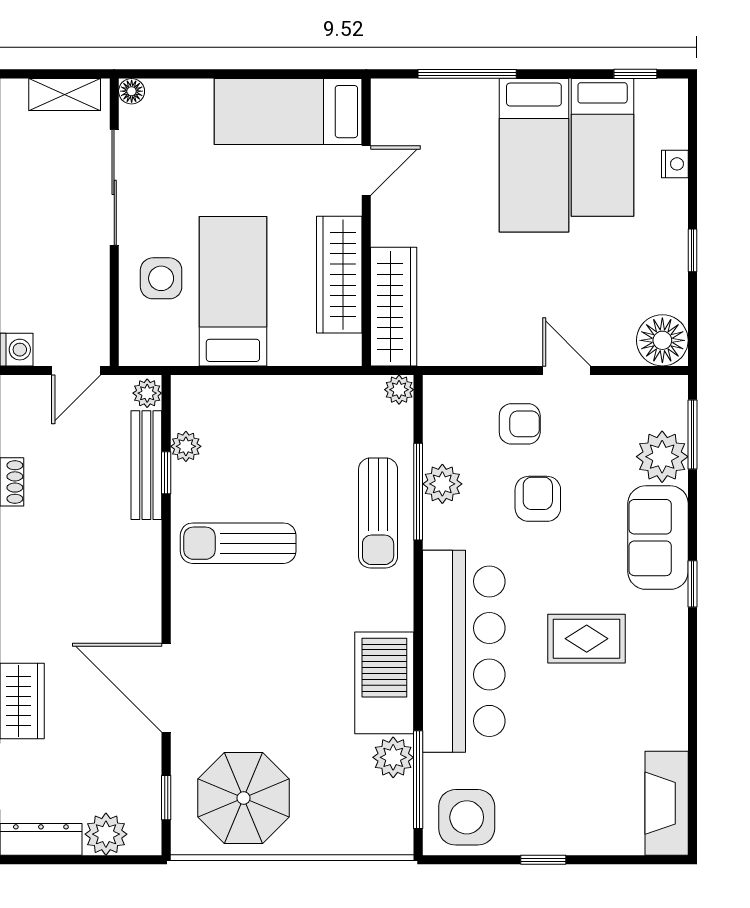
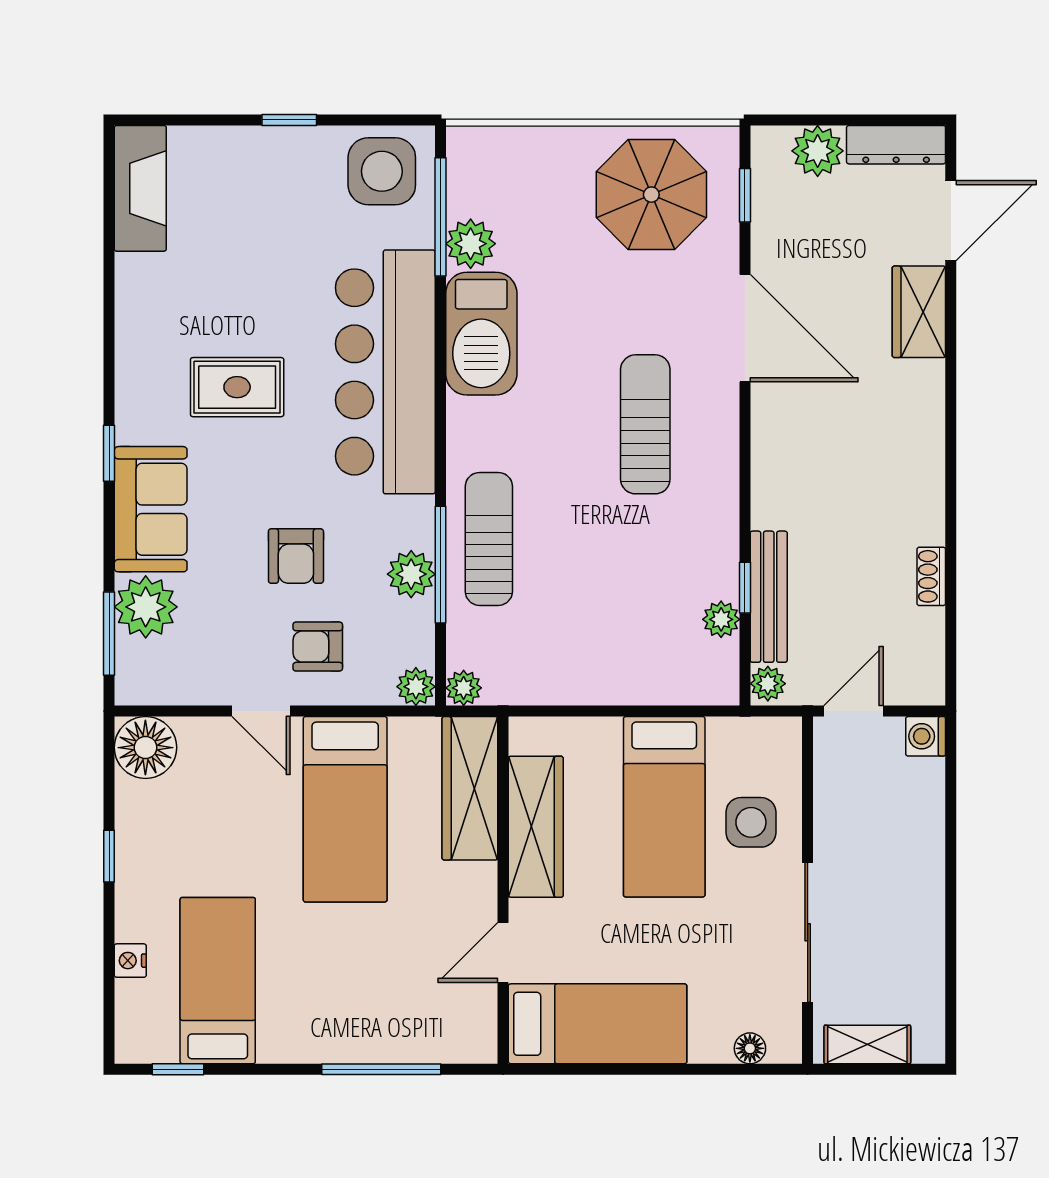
floor lamp: (132, 91) -> (750, 1048), moved
bed: (534, 155) -> (345, 809), moved, turned 180
plant: (438, 391) -> (416, 687), added
sun lounger: (238, 543) -> (645, 424), moved, turned -90

